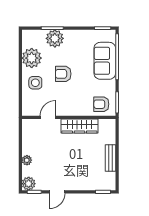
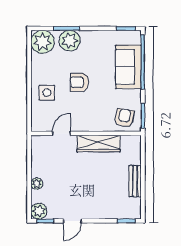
plant: (32, 58) -> (42, 42), moved
armchair: (101, 104) -> (124, 118), turned 99

